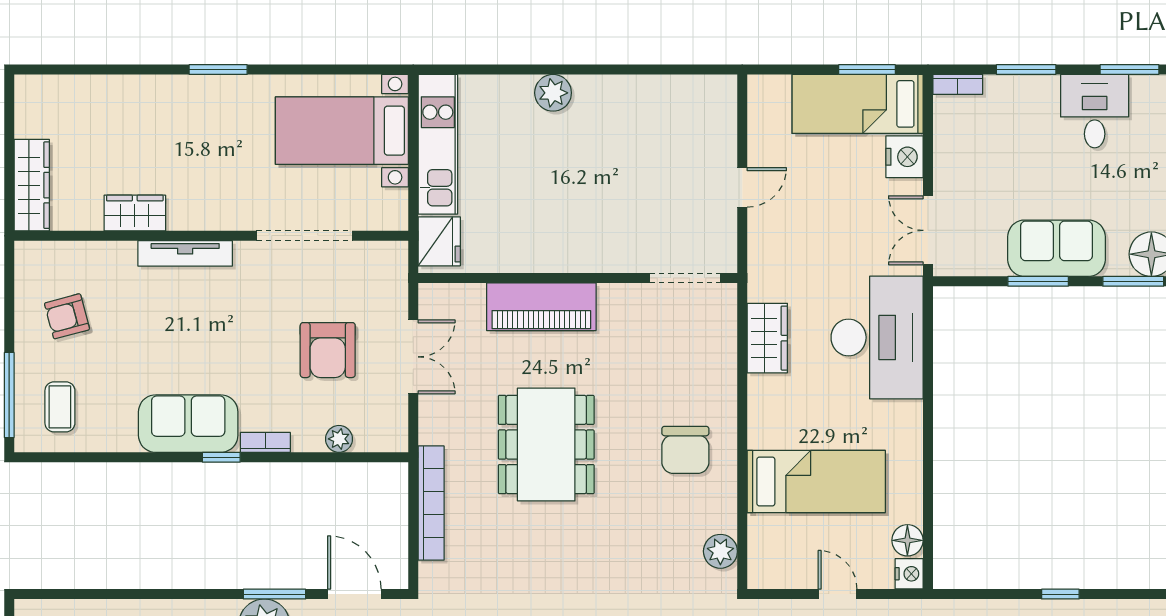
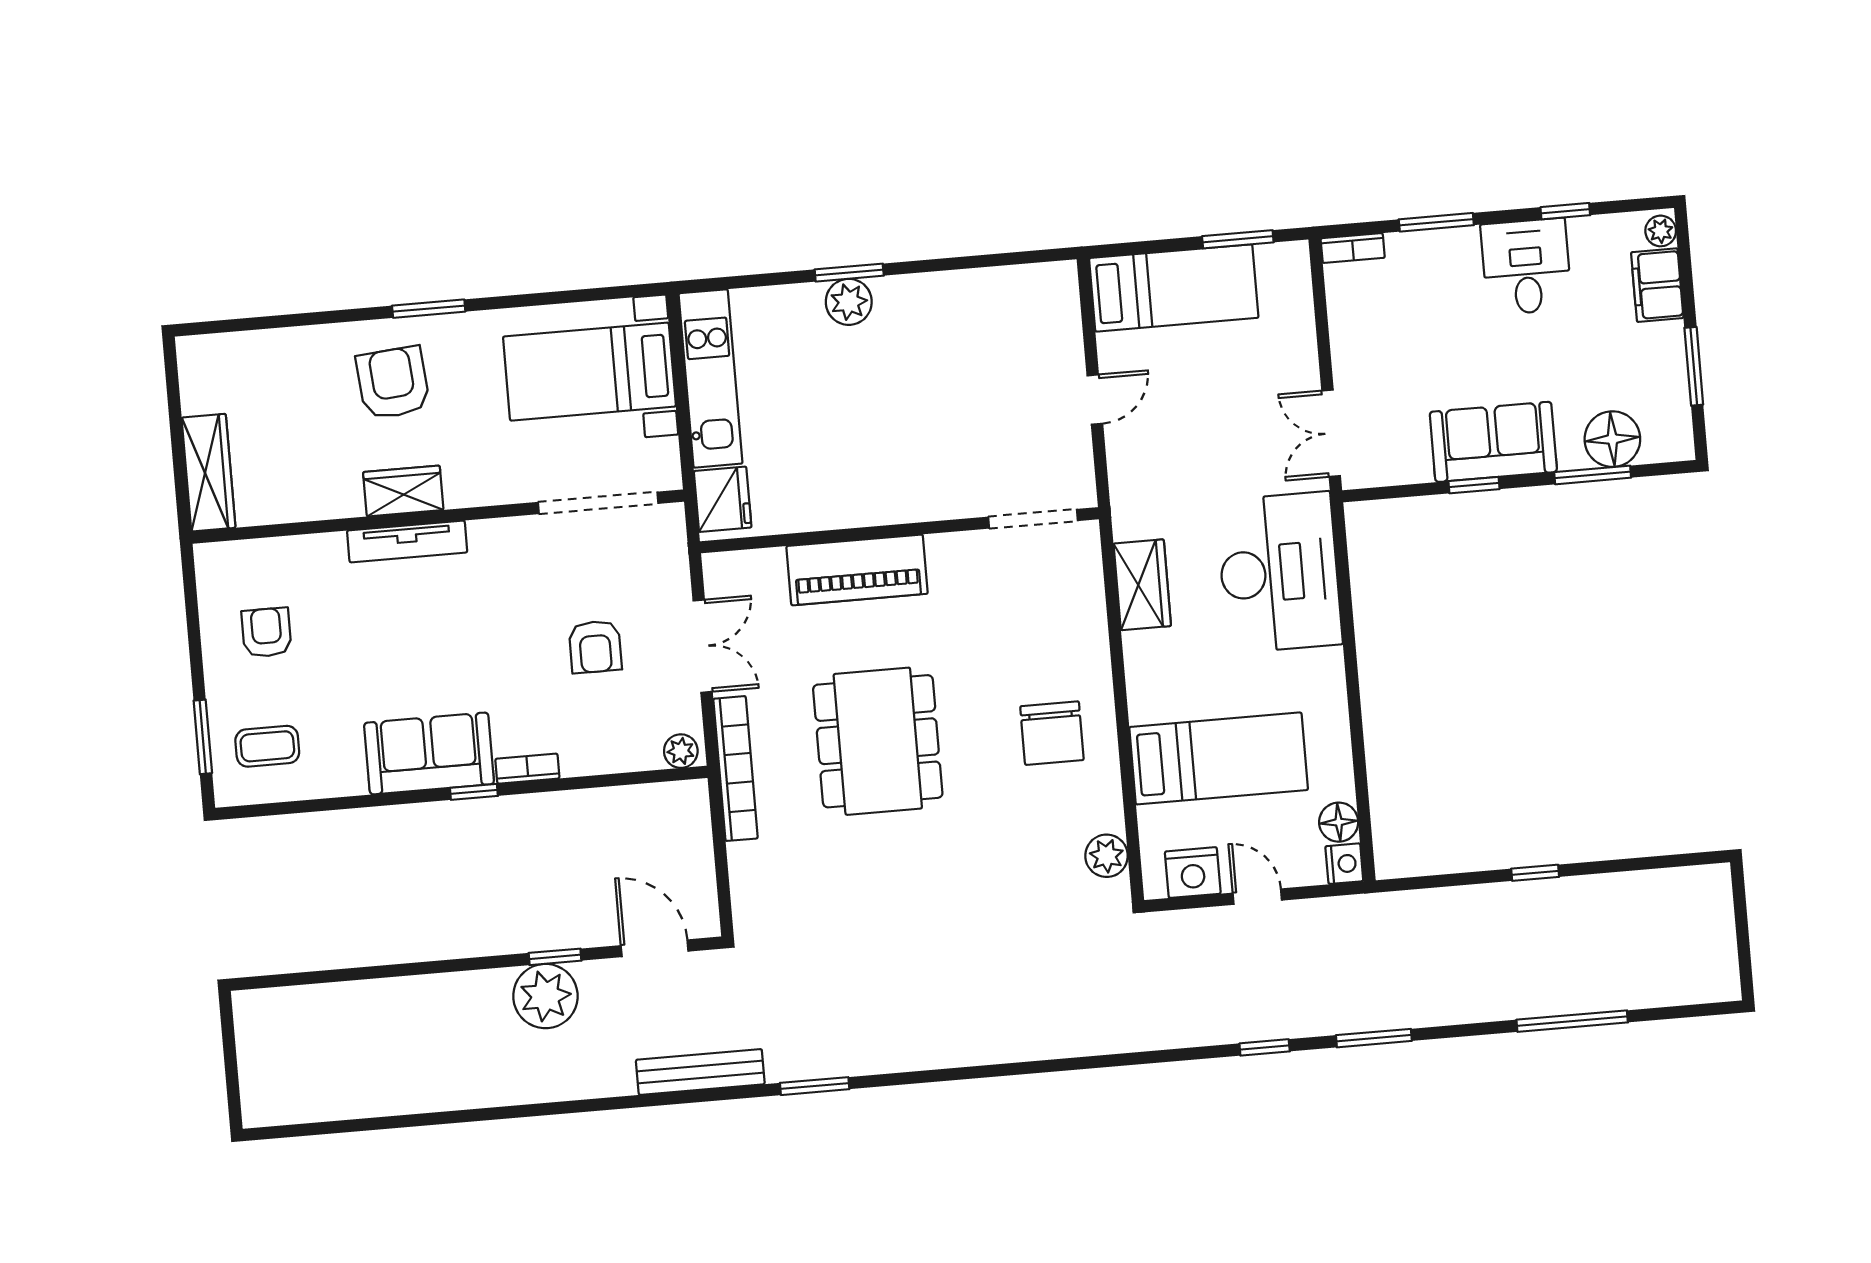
window: (555, 70) -> (849, 273), added
window: (1130, 70) -> (1565, 211), width x0.67
bed: (858, 104) -> (1174, 288), moved, turned 180
armchair: (185, 126) -> (393, 383), added
nightstand: (904, 157) -> (1193, 873), moved, turned 90
wardrobe: (135, 213) -> (403, 491), moved
doorway: (304, 236) -> (598, 503), moved
window: (1038, 281) -> (1474, 485), width x0.67
armchair: (67, 316) -> (266, 633), turned 105
armchair: (328, 350) -> (595, 647), width x0.72, depth x0.72
window: (9, 395) -> (203, 737), width x0.69
coffee table: (60, 407) -> (267, 746), turned 90
plant: (339, 439) -> (681, 751), moved
bookcase: (431, 503) -> (736, 769), moved
window: (275, 594) -> (555, 957), width x0.67

